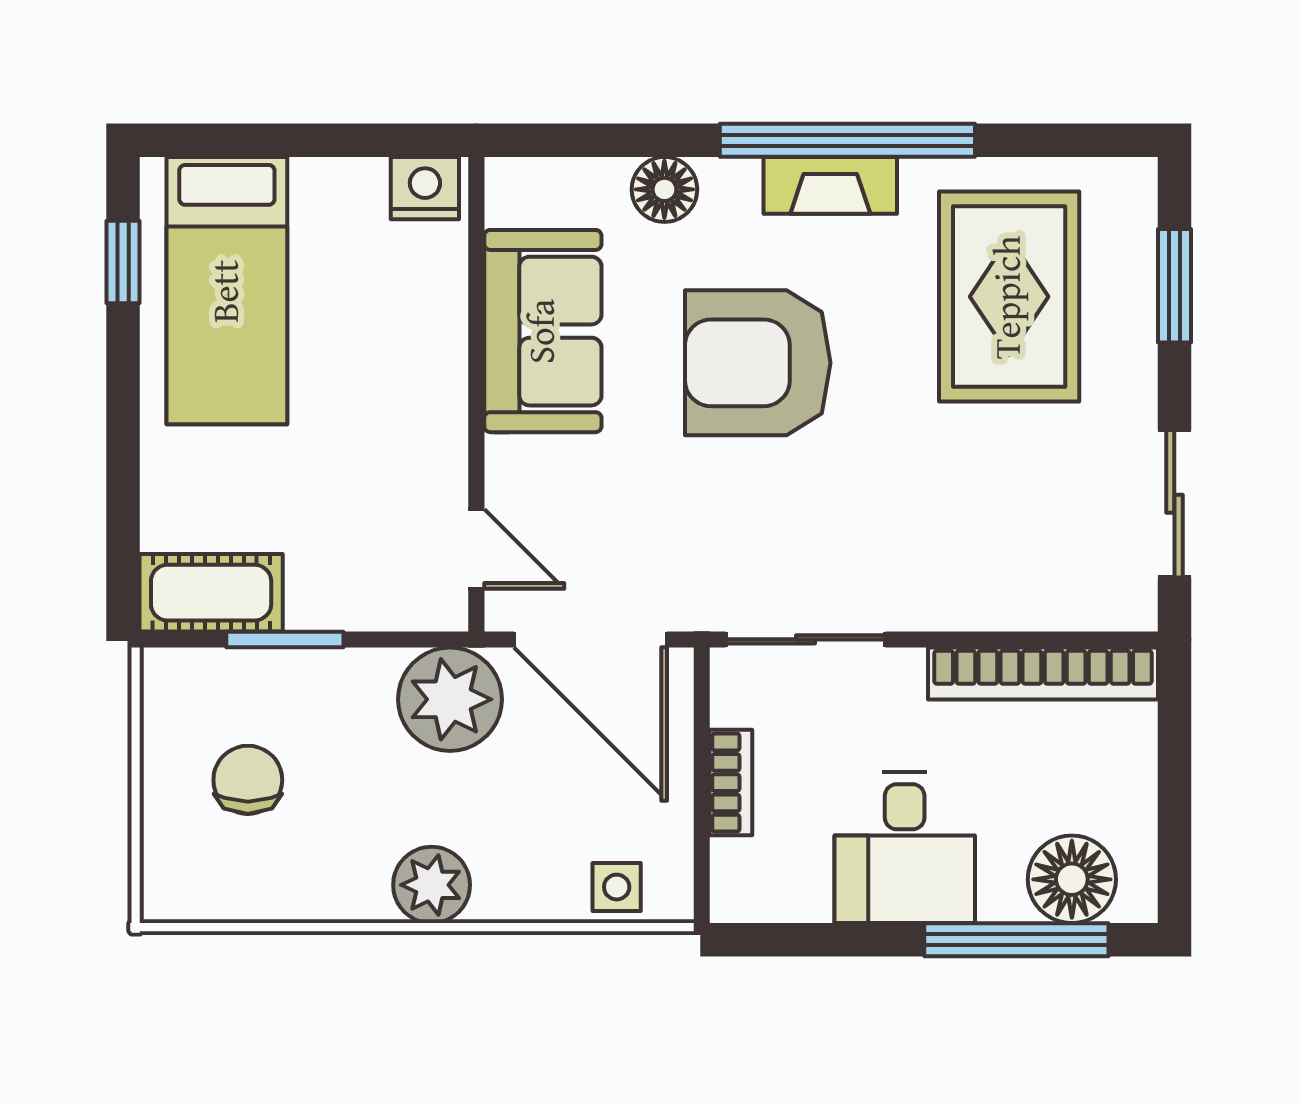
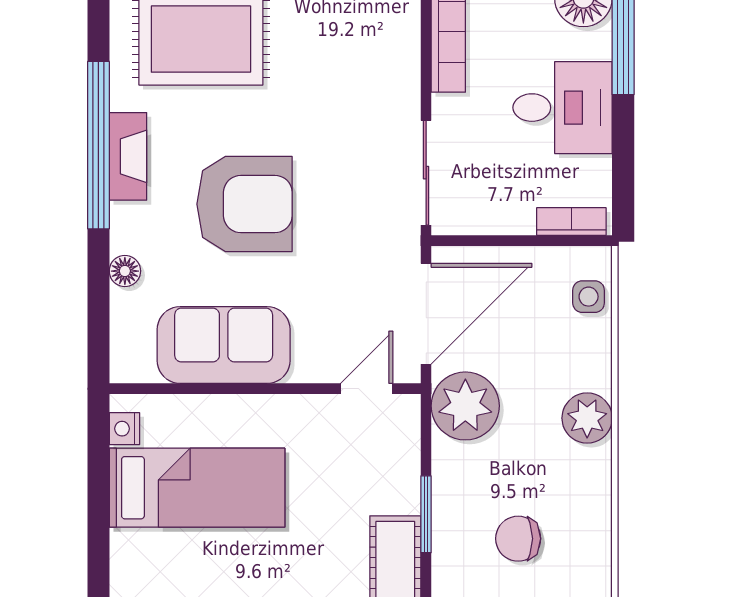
nightstand: (425, 188) -> (124, 429), width x0.72, depth x0.74
floor lamp: (664, 189) -> (125, 271), width x0.73, depth x0.73
bed: (227, 291) -> (197, 488), moved
armchair: (758, 363) -> (244, 204), turned -90
bookcase: (731, 783) -> (571, 222), moved

